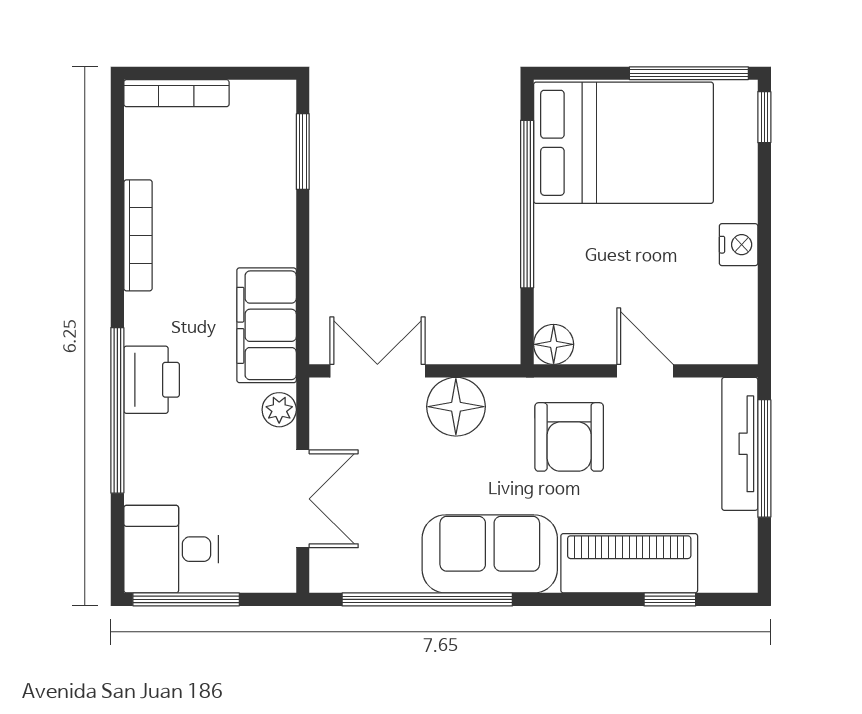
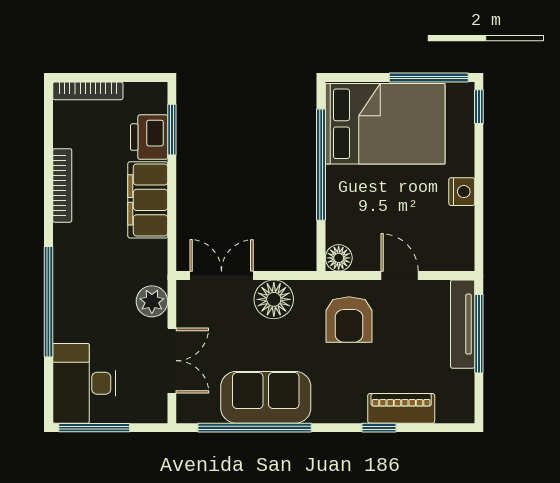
filing cabinet: (267, 325) -> (148, 200), moved
printer: (152, 380) -> (149, 137), moved, turned 180
plant: (279, 410) -> (152, 301), width x1.38, depth x1.38
desk: (171, 549) -> (84, 383), width x1.37
sofa: (490, 554) -> (266, 397), moved
piano: (629, 563) -> (401, 408), width x0.73, depth x0.75
window: (670, 599) -> (379, 428), moved

